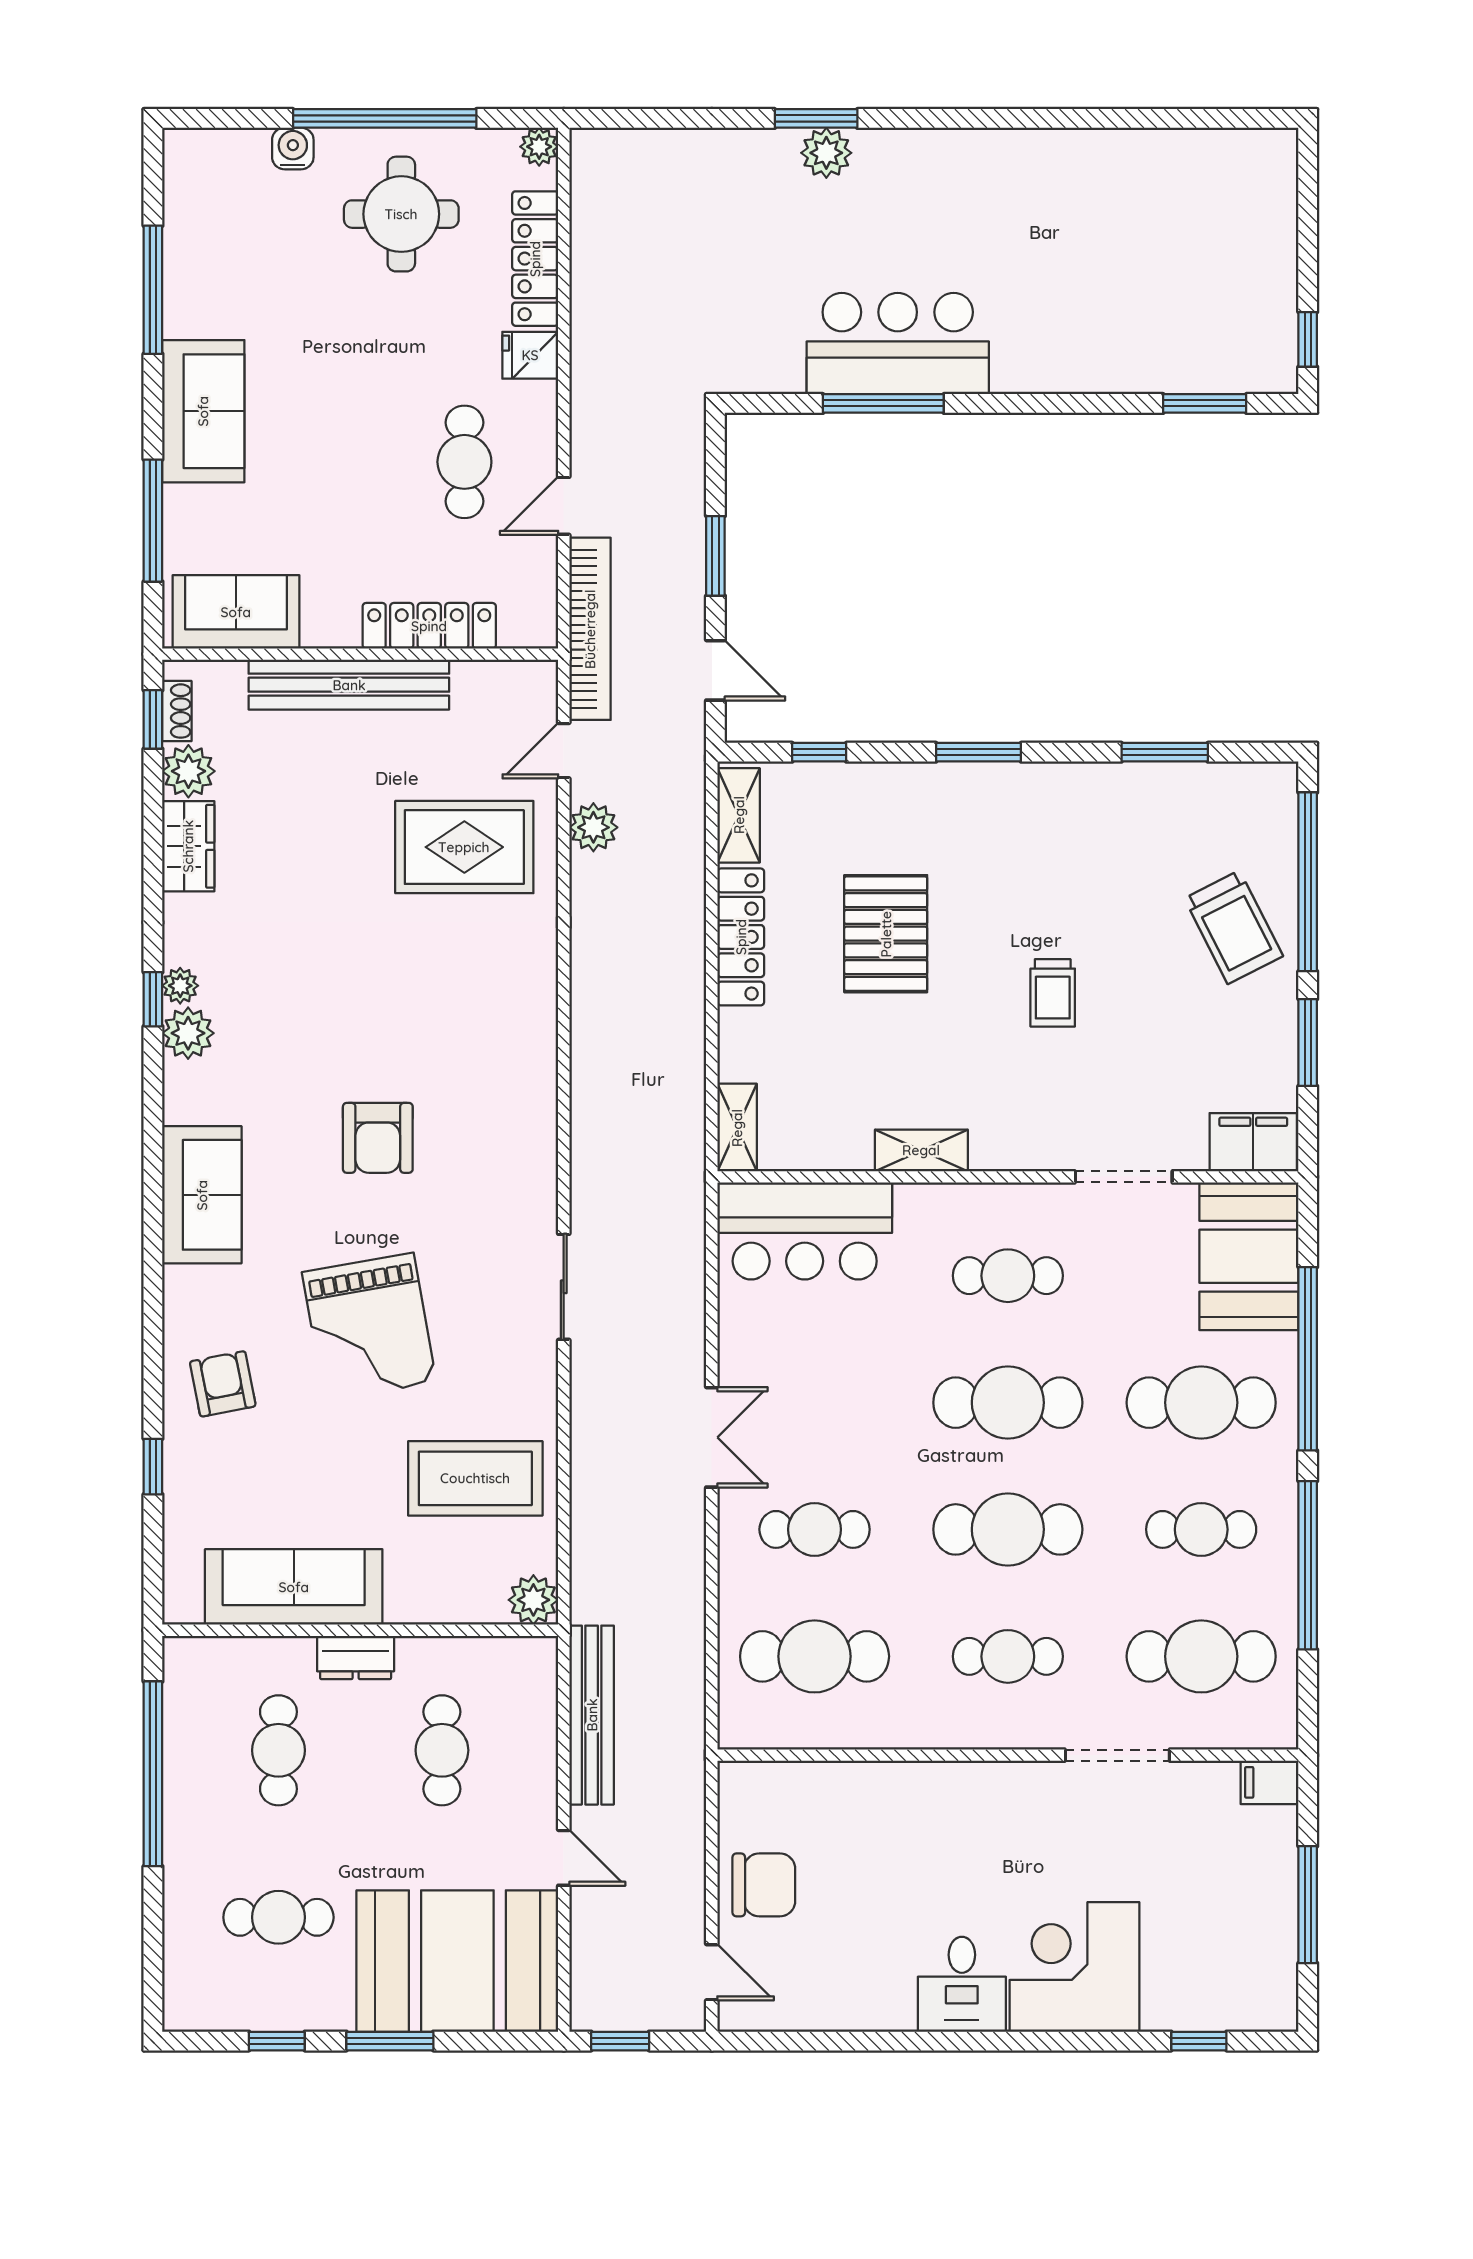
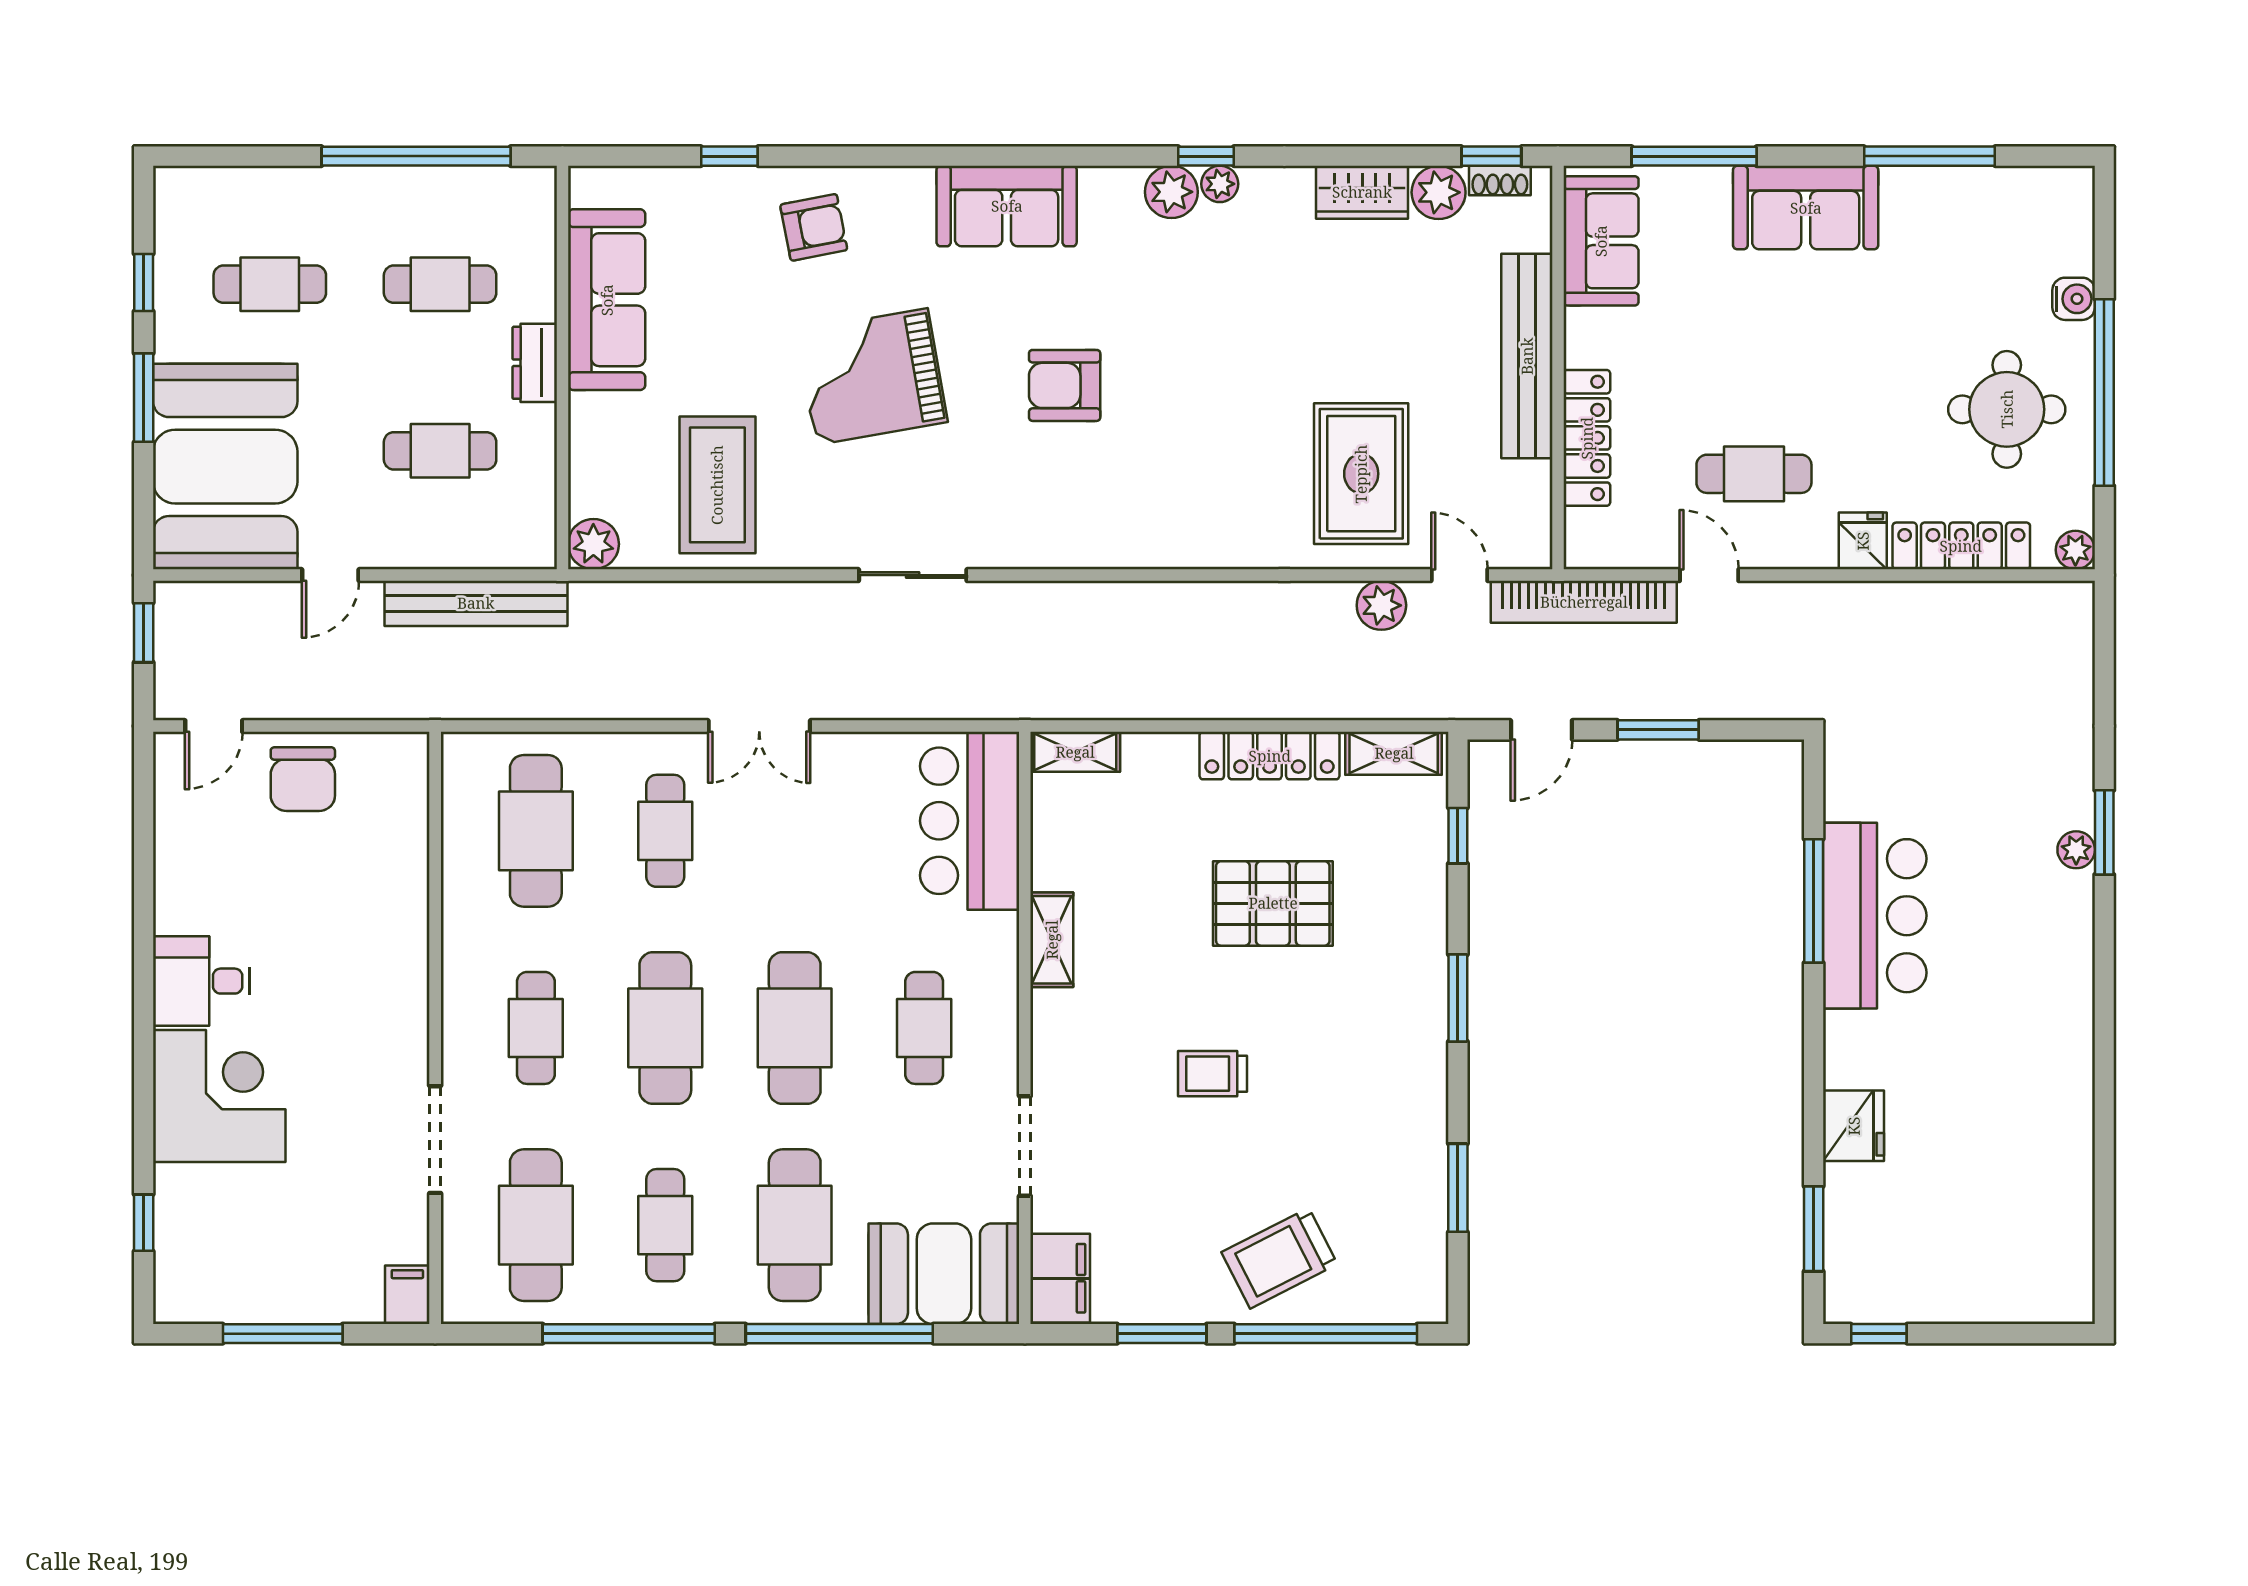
plant: (826, 153) -> (2076, 850), width x0.73, depth x0.73
fridge: (1104, 364) -> (1854, 1126), added
cafe table: (278, 1917) -> (270, 284), turned 90

